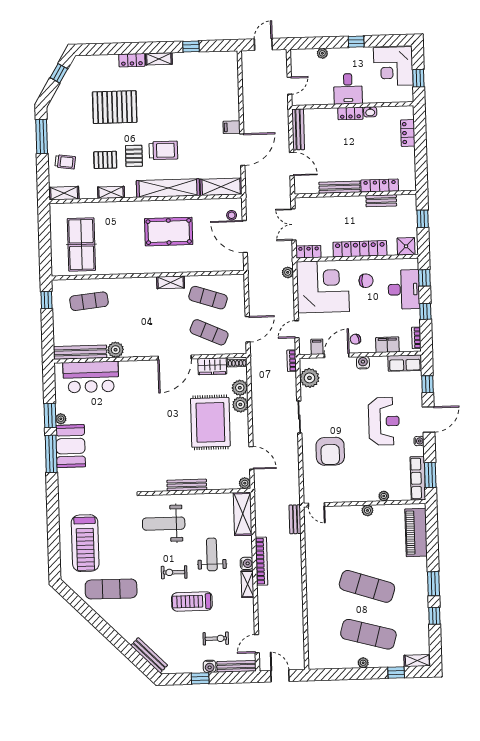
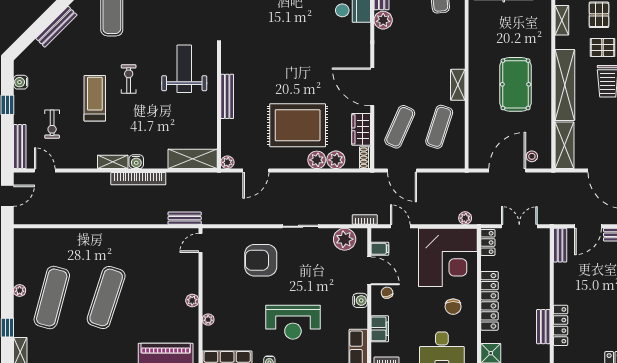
bench: (340, 187) -> (560, 245), moved, width x0.73
weight bench: (212, 554) -> (148, 122), removed
bench: (149, 655) -> (56, 27), moved
water cooler: (210, 666) -> (21, 82), moved

